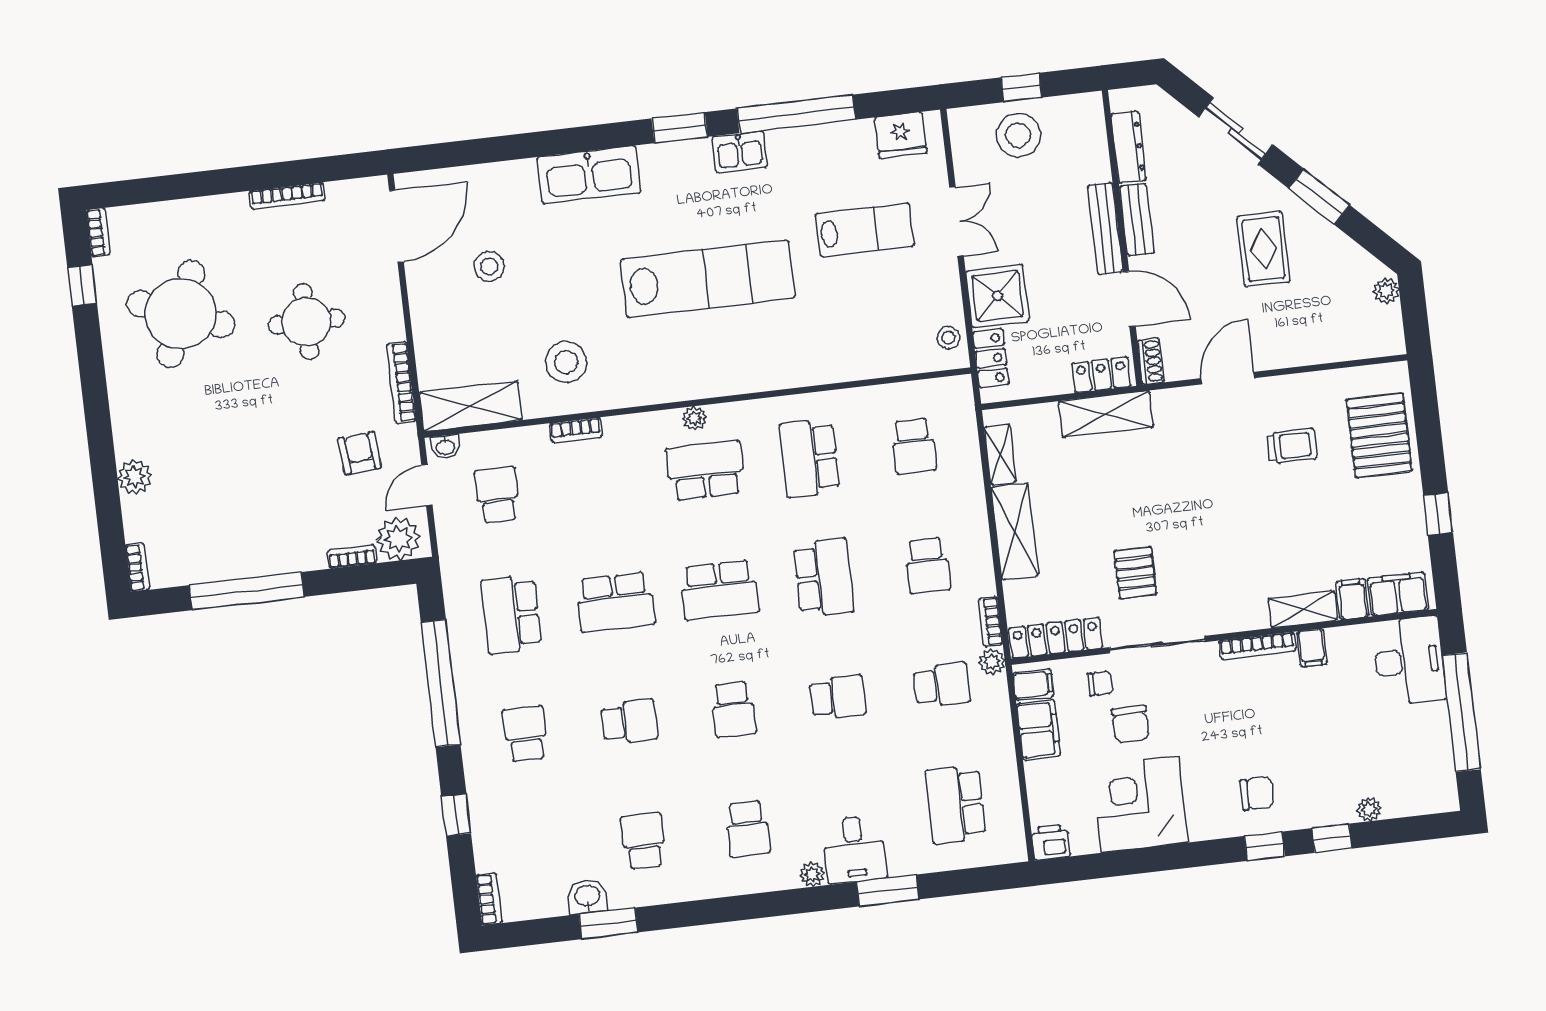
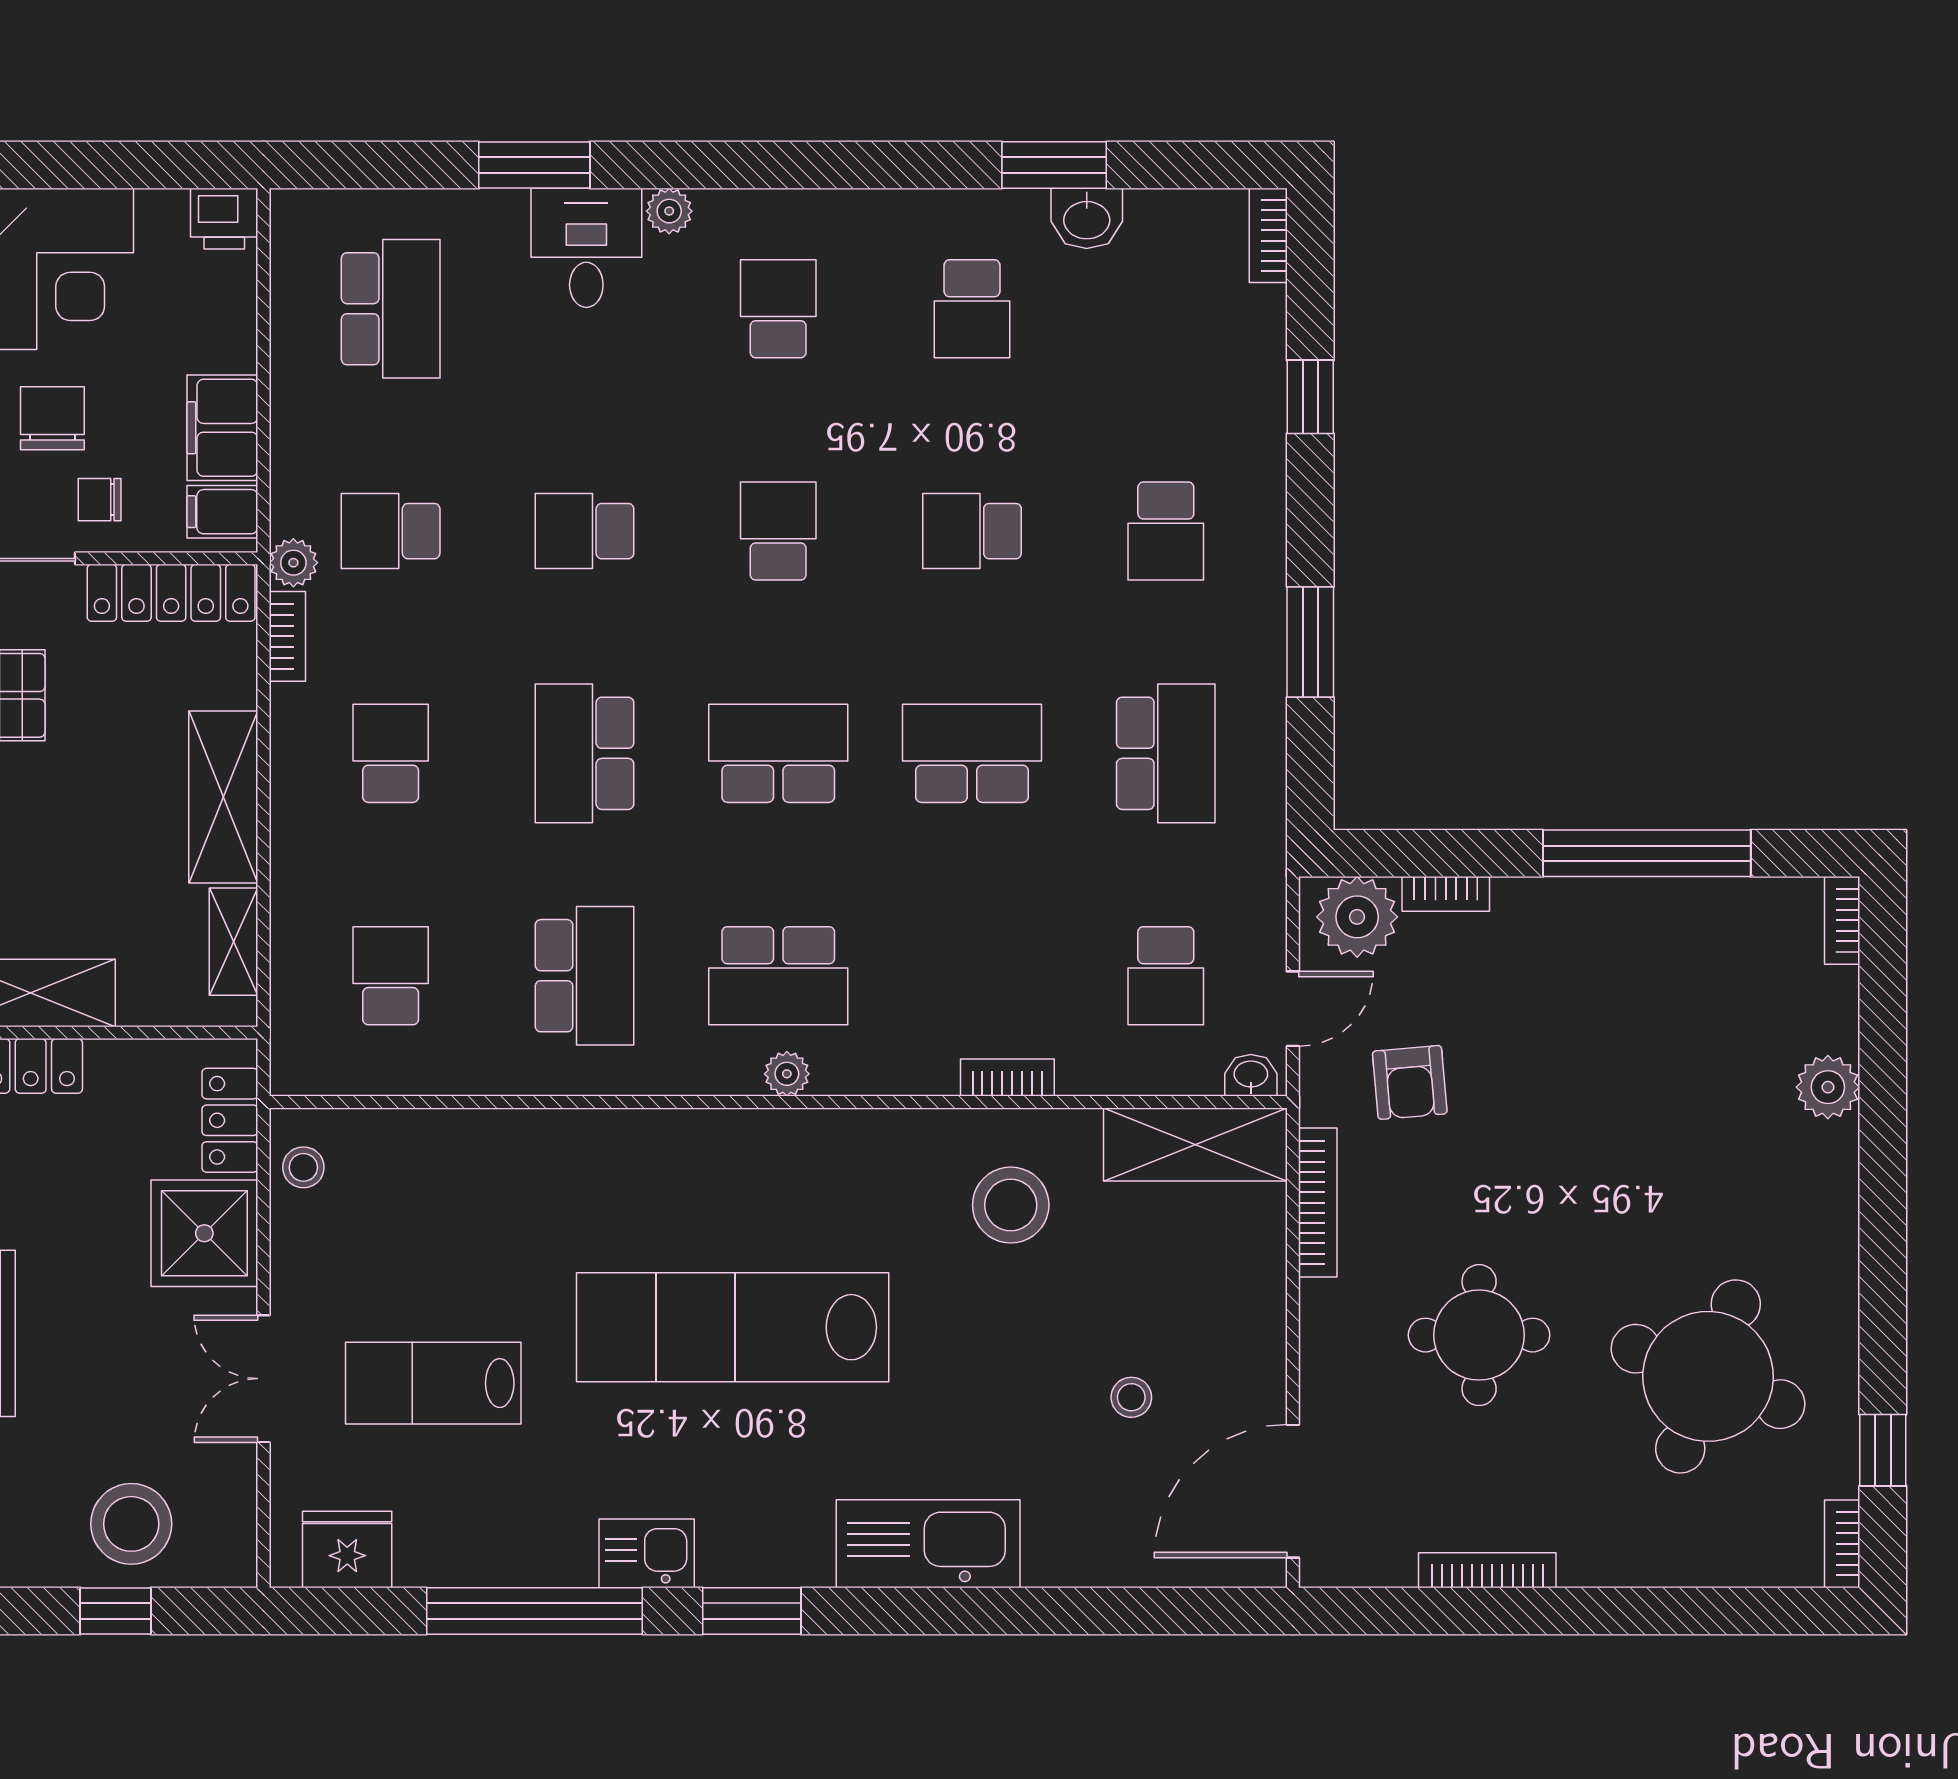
stool: (489, 266) -> (1131, 1397), width x0.73, depth x0.73
window: (441, 683) -> (1310, 642), width x0.47

